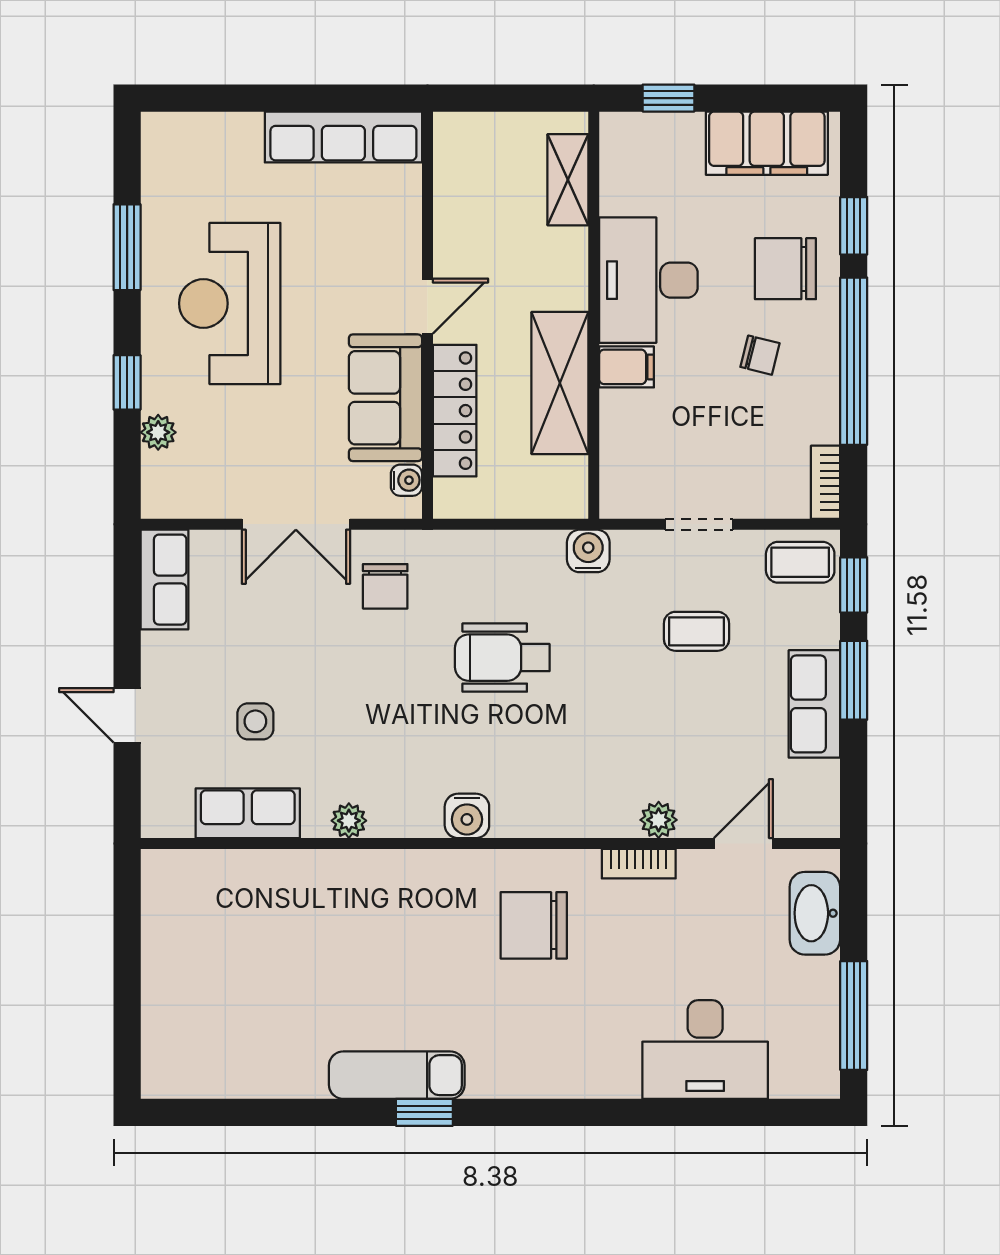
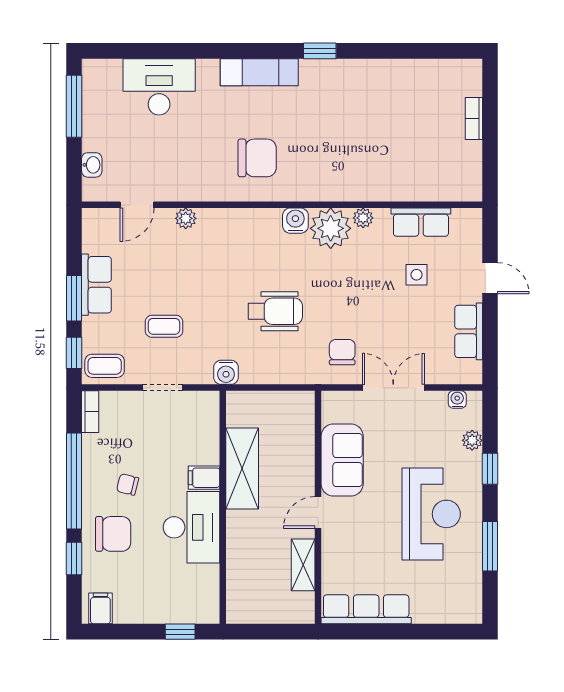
filing cabinet: (767, 143) -> (100, 608), width x0.33, depth x0.86
shelving: (568, 180) -> (303, 565), moved
locker: (455, 411) -> (302, 453), removed
water cooler: (406, 480) -> (457, 400), moved, turned 90
row of seats: (164, 580) -> (469, 331), moved
plant: (406, 803) -> (331, 228), added
bookcase: (639, 864) -> (474, 118), moved, turned -90
washbasin: (815, 913) -> (92, 165), width x0.52, depth x0.69
exam couch: (397, 1075) -> (259, 72), moved

